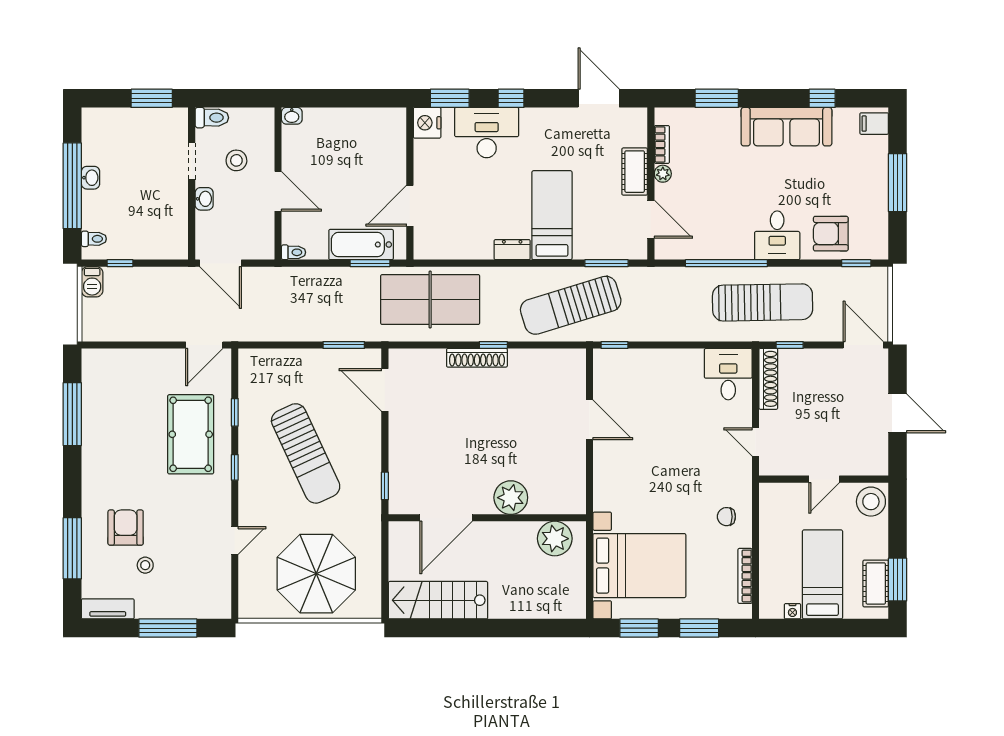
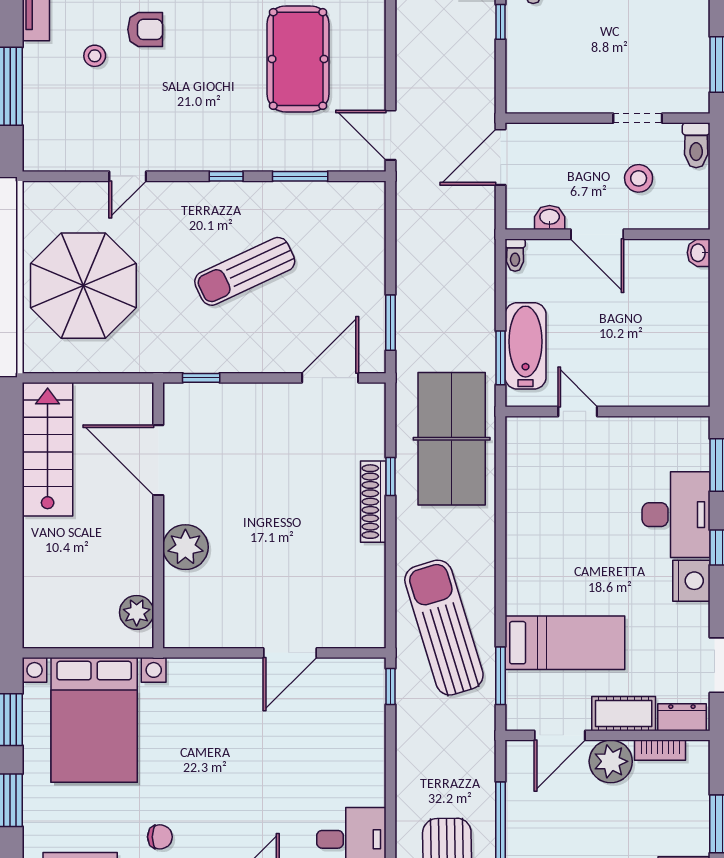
nightstand: (427, 123) -> (691, 581), moved, turned 90
plant: (663, 174) -> (611, 761), width x1.88, depth x1.88
door: (278, 191) -> (597, 234), hinge flipped
washbasin: (204, 199) -> (550, 218), moved, turned 180
door: (410, 206) -> (578, 411), width x0.73
bed: (552, 215) -> (565, 643), moved
dresser: (512, 250) -> (682, 717), moved, turned -90
window: (493, 345) -> (391, 477), moved
window: (235, 412) -> (300, 176), width x1.50
pool table: (191, 434) -> (298, 59), moved, turned 90
sun lounger: (306, 453) -> (245, 271), width x0.73, depth x0.75
chair: (726, 517) -> (160, 837), turned 90
armchair: (126, 528) -> (145, 29), width x0.72, depth x0.72
plant: (555, 539) -> (137, 612), width x0.73, depth x0.73
door: (235, 541) -> (128, 176), hinge flipped

